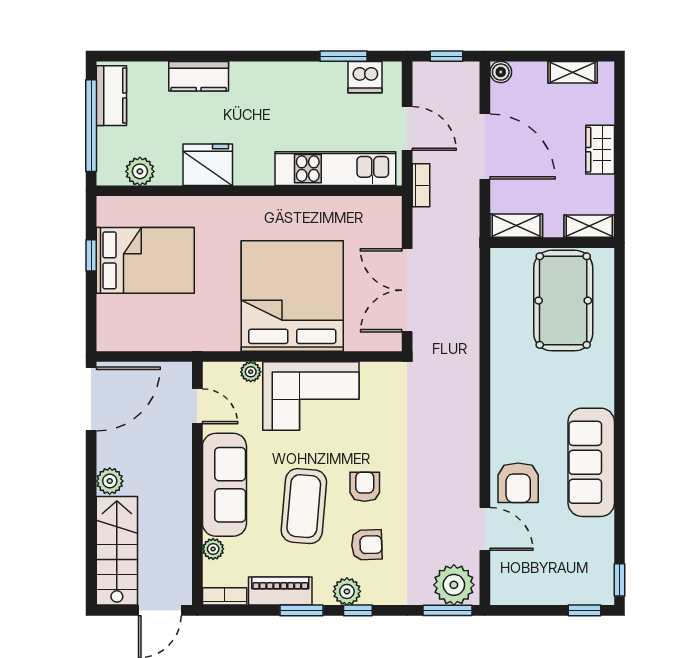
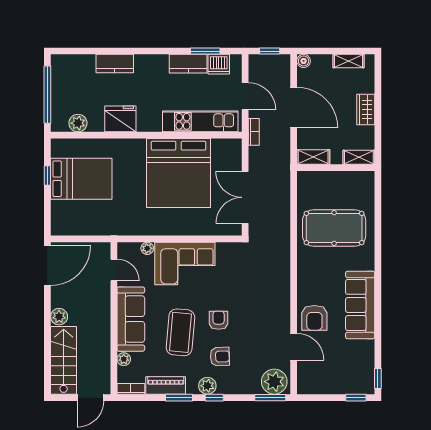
kitchen counter: (111, 96) -> (188, 64), moved, turned 90
bed: (292, 296) -> (179, 173), moved, turned 180
pool table: (563, 301) -> (334, 228), moved, turned 90

